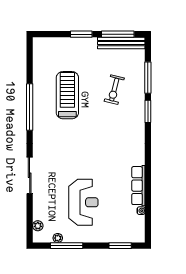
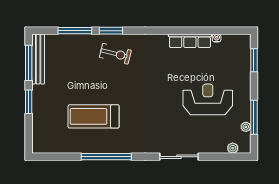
exercise bike: (114, 90) -> (115, 54), moved

